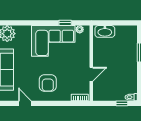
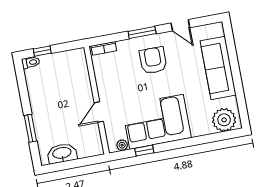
washbasin: (105, 31) -> (62, 153), moved
door: (91, 74) -> (99, 112), moved
window: (52, 103) -> (142, 32), added

